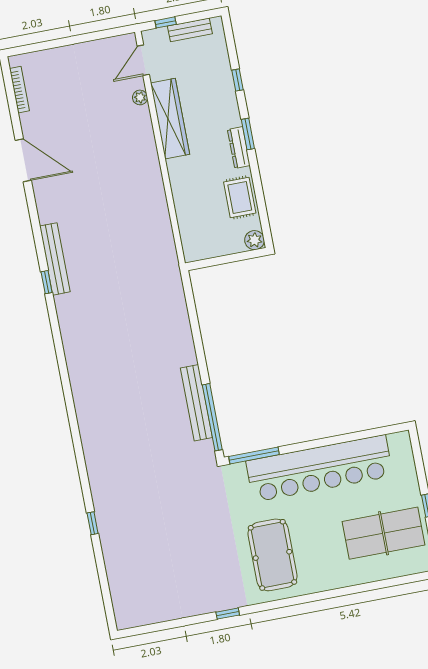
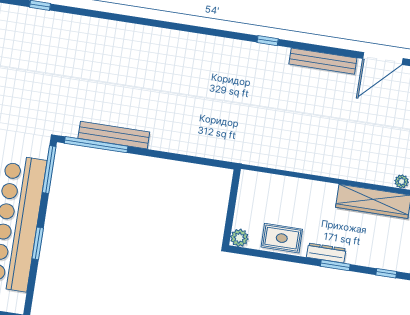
bench: (55, 259) -> (323, 61), moved
window: (332, 440) -> (38, 243), added

